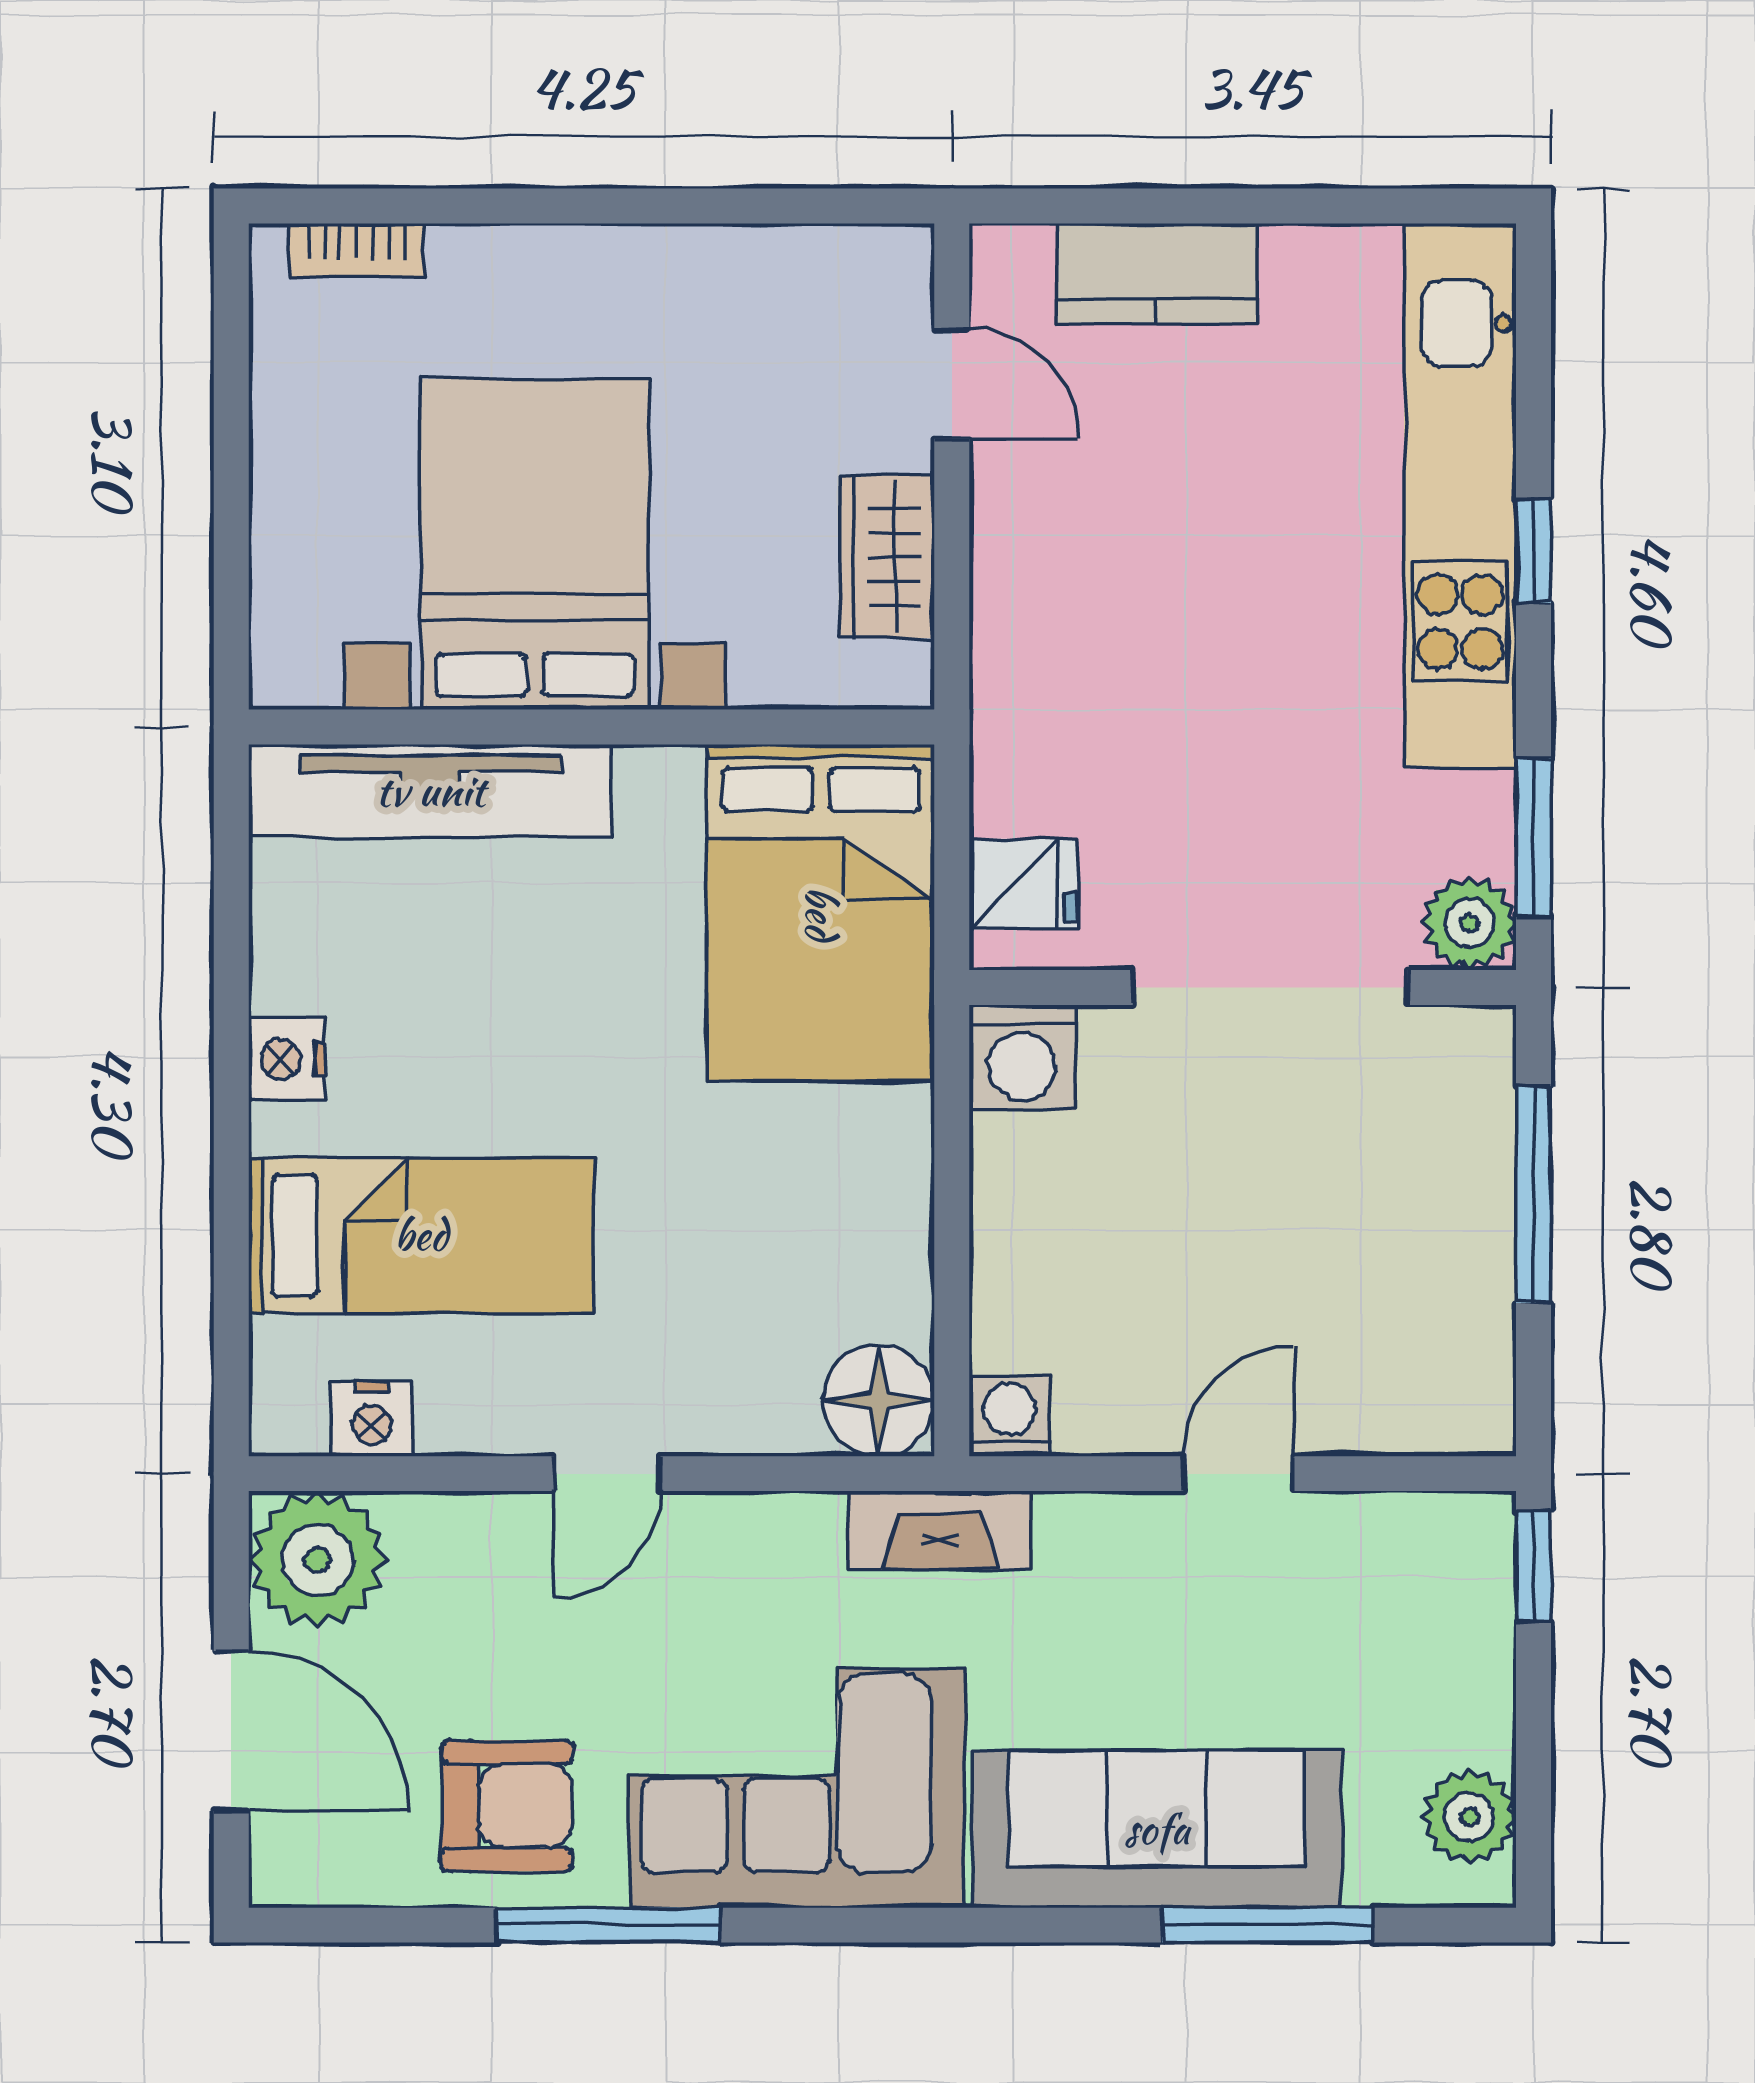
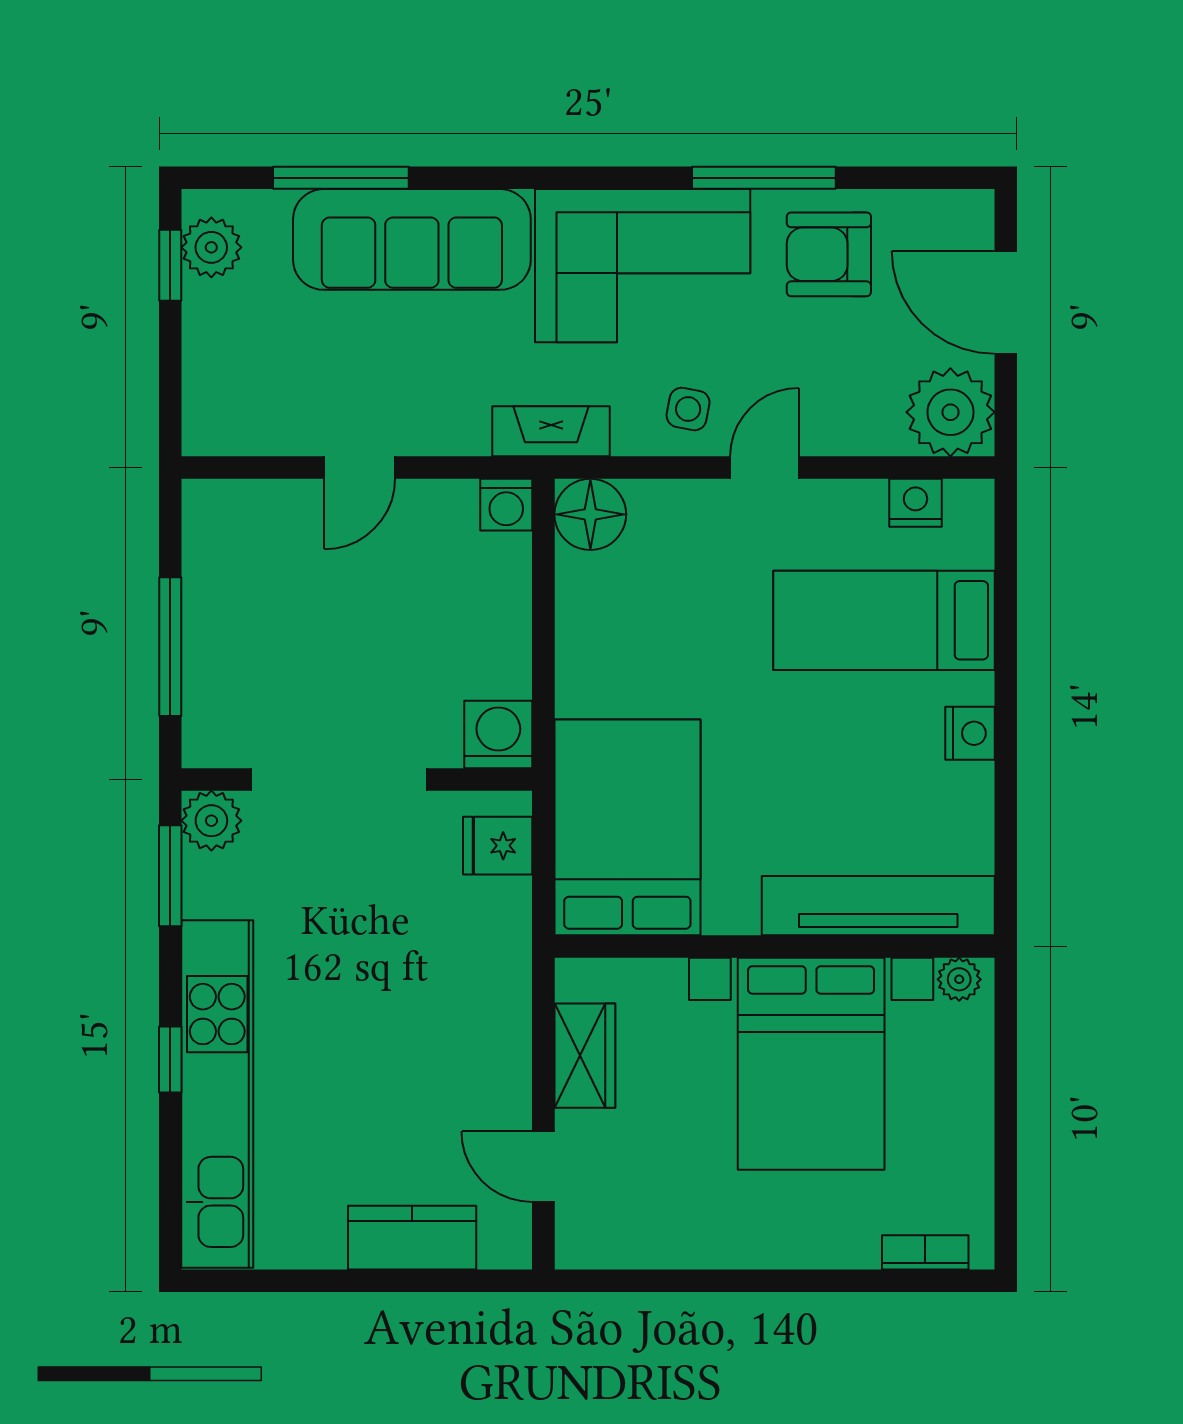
plant: (304, 676) -> (959, 979), added
side table: (726, 1565) -> (688, 409), added
window: (1534, 1566) -> (170, 265), moved

